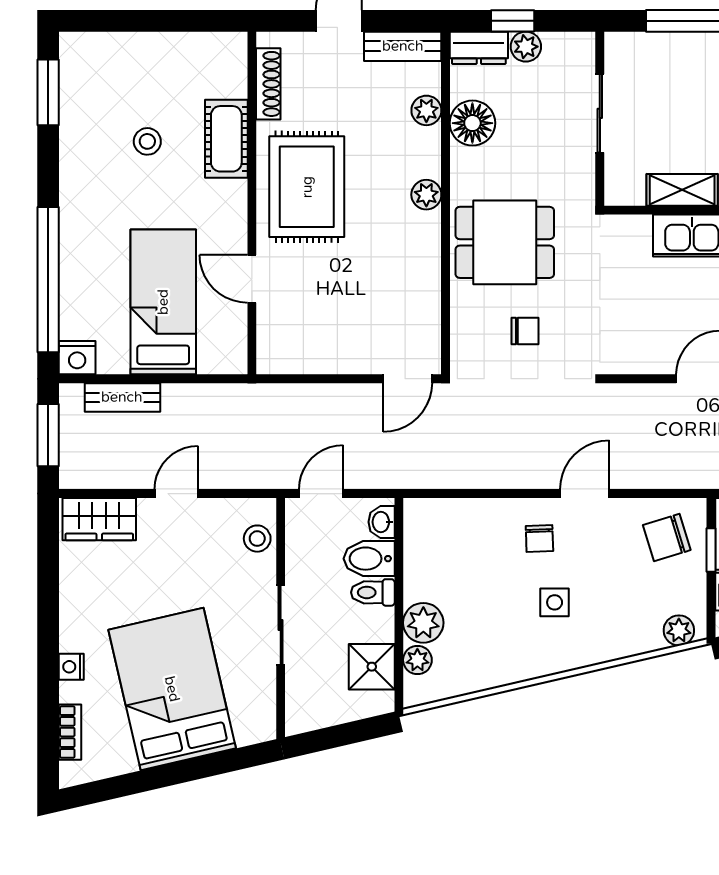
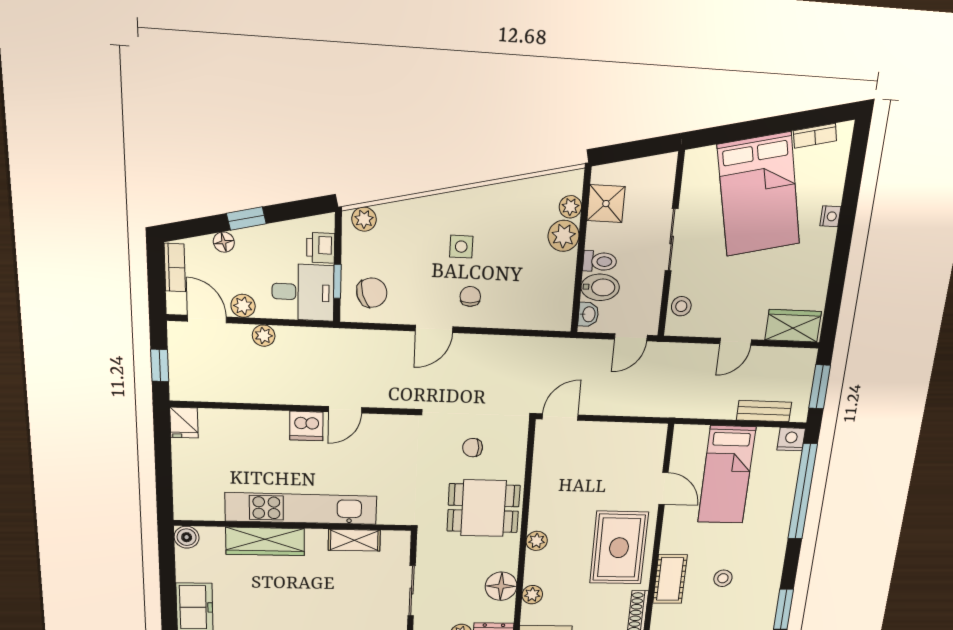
bookcase: (70, 732) -> (815, 136), moved, turned -103

